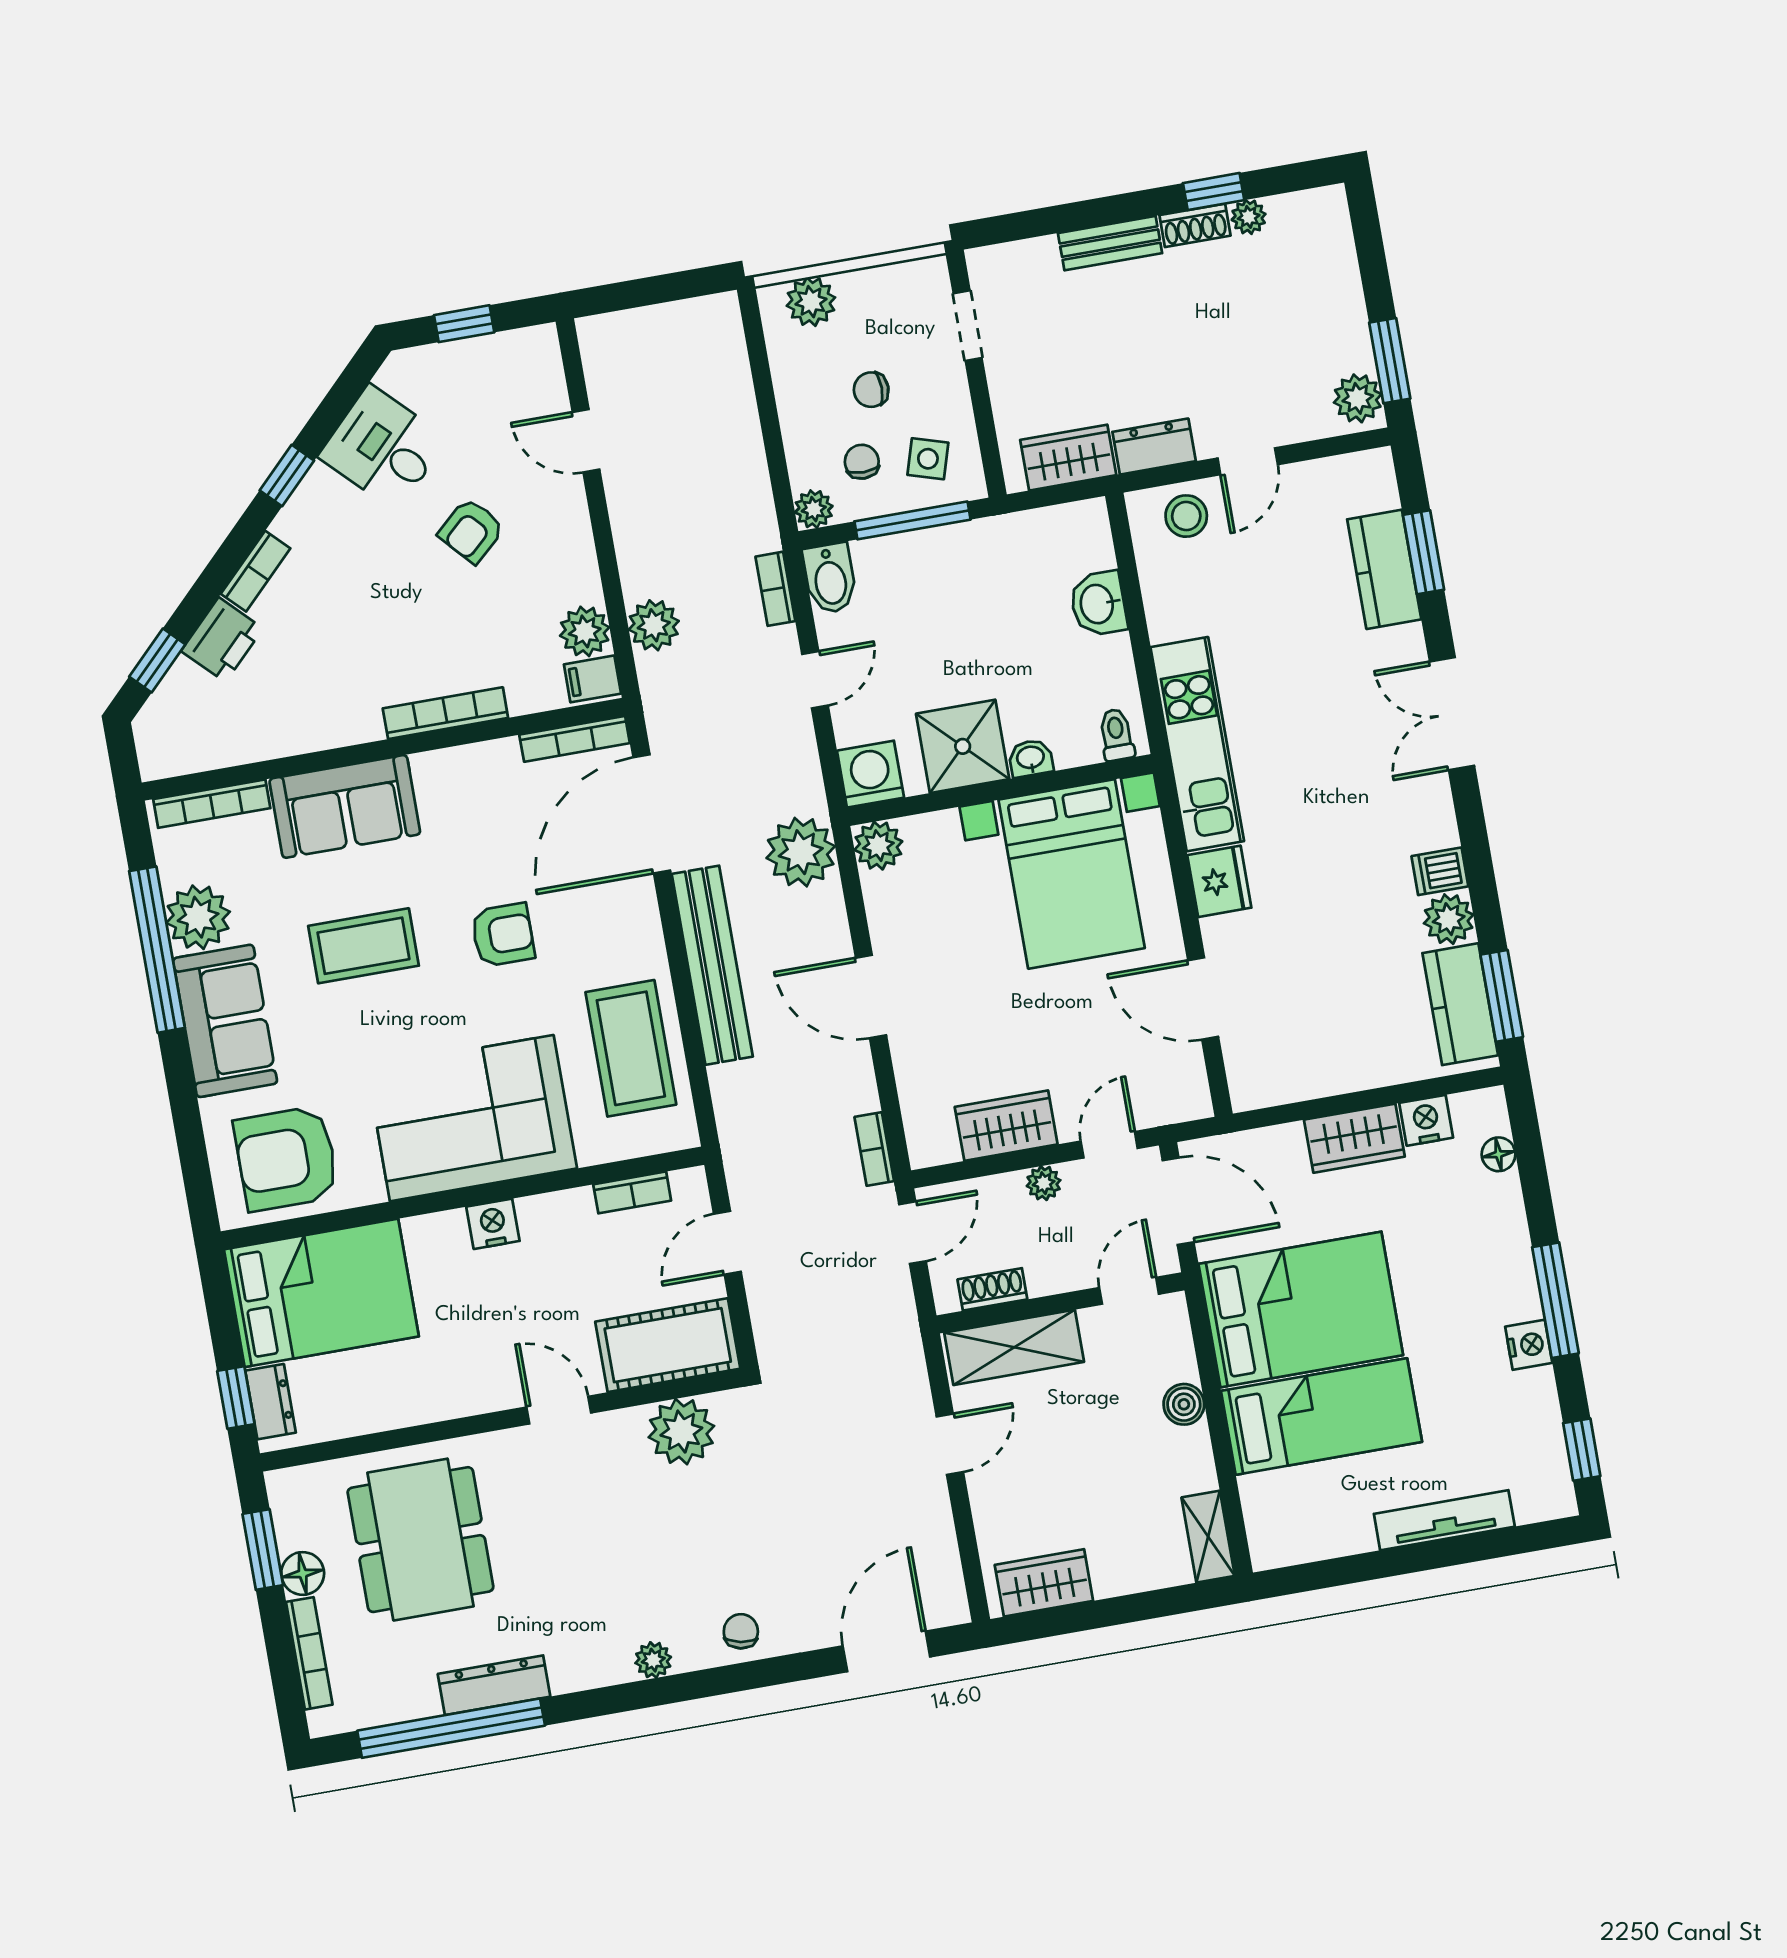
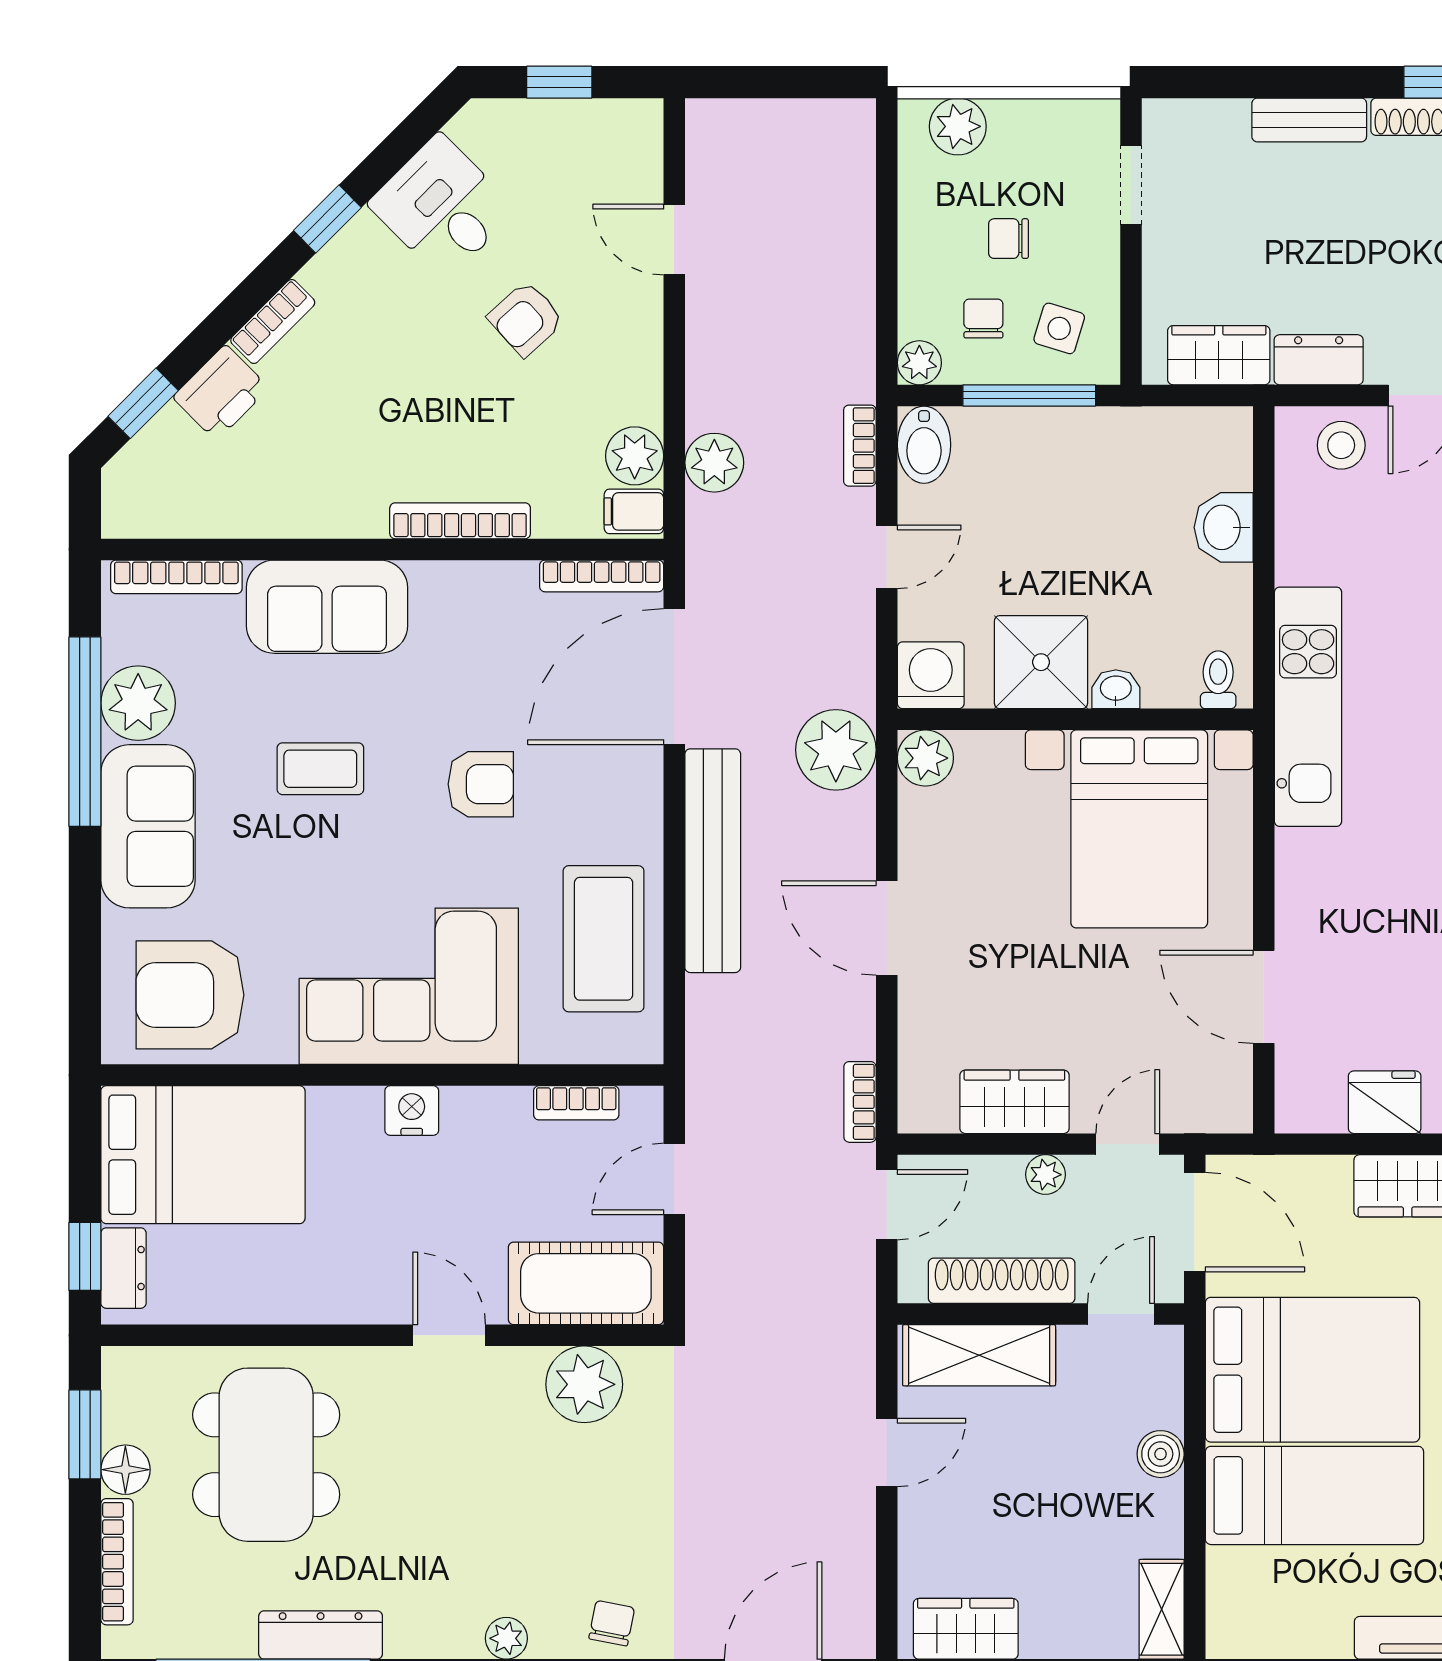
fridge: (1219, 881) -> (1385, 1102), moved, turned -90
coffee table: (364, 946) -> (320, 769), width x0.73, depth x0.77
shoe rack: (992, 1289) -> (1002, 1281), width x1.94, depth x1.24

